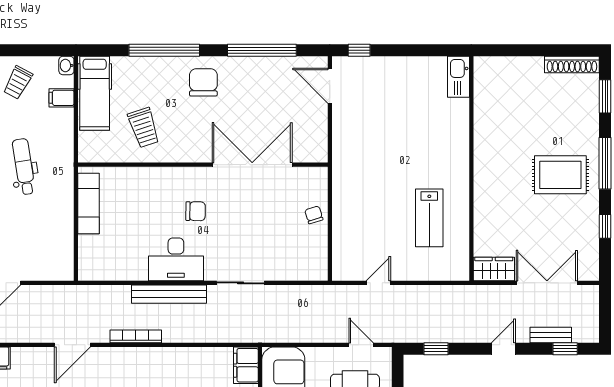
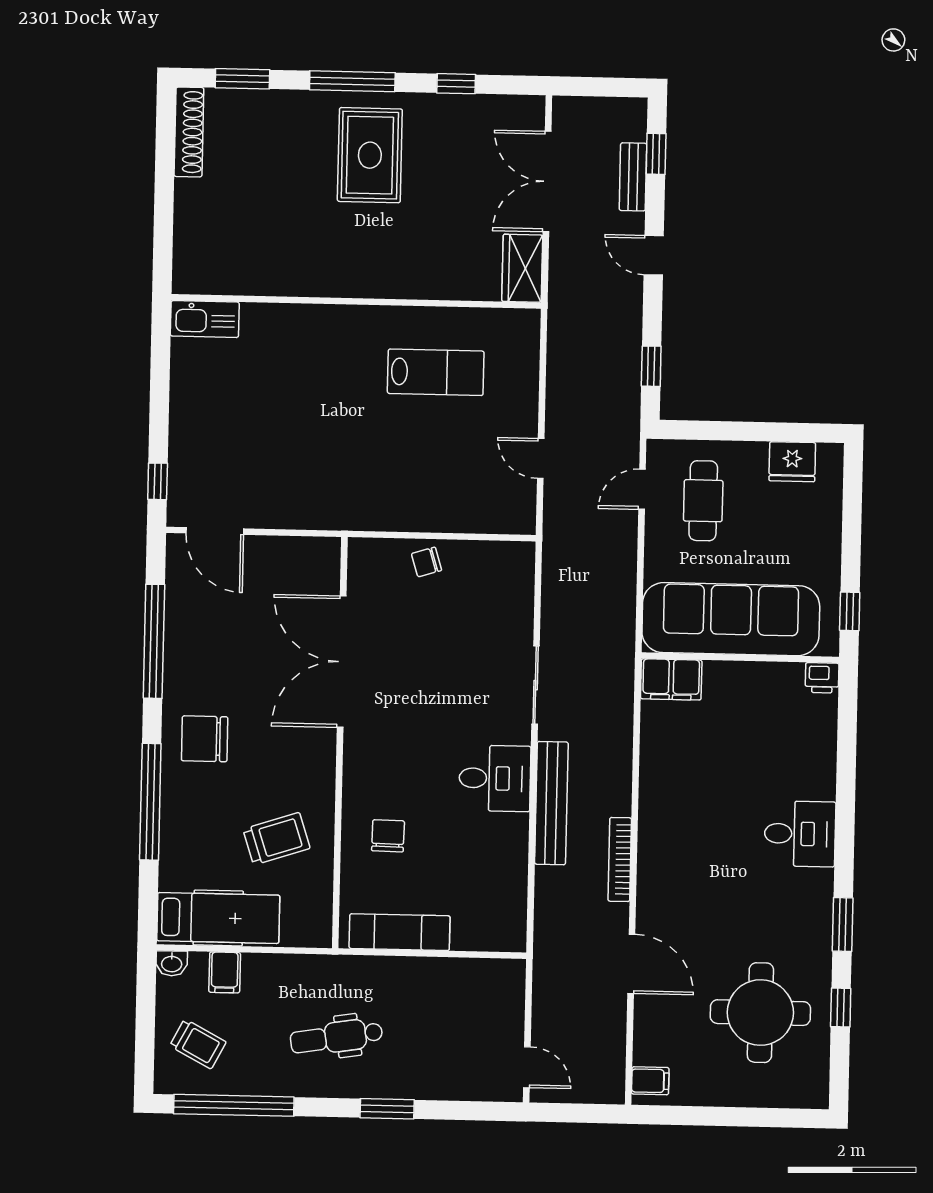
door: (330, 86) -> (215, 531), hinge flipped
chair: (196, 211) -> (388, 836), moved
desk: (176, 259) -> (495, 778), width x0.73

